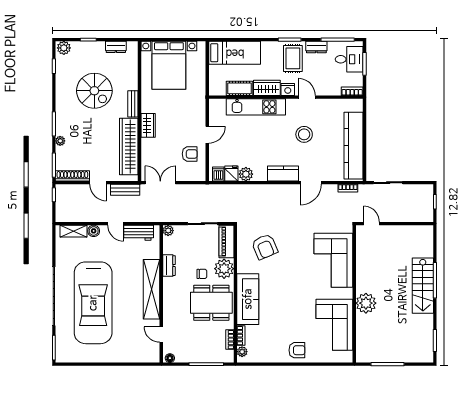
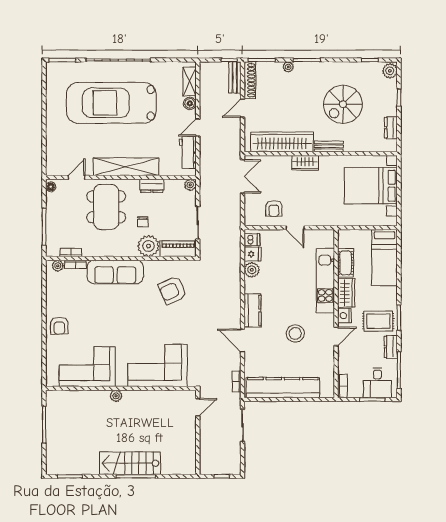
bench: (125, 190) -> (235, 78), moved
dining table: (211, 303) -> (106, 207), moved
plant: (366, 303) -> (116, 396), width x0.53, depth x0.53

